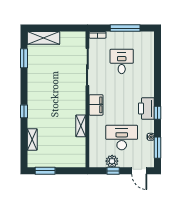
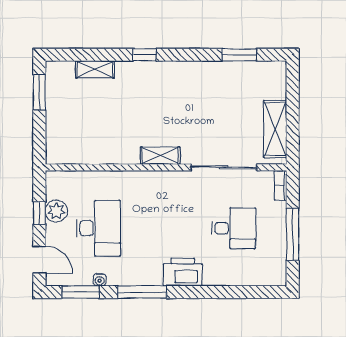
shelving: (43, 38) -> (275, 129), moved
filing cabinet: (96, 105) -> (156, 183), removed
printer: (146, 109) -> (183, 272), moved
window: (158, 113) -> (142, 292), width x2.17
shelving: (81, 126) -> (160, 156), moved
door: (139, 171) -> (39, 260), swing flipped

